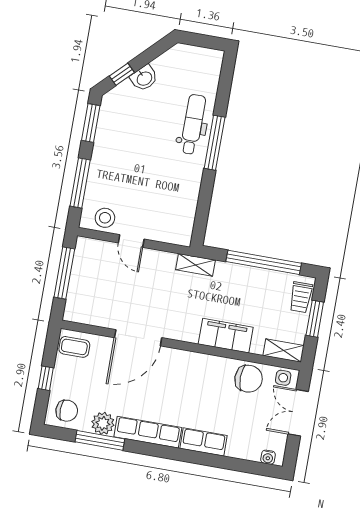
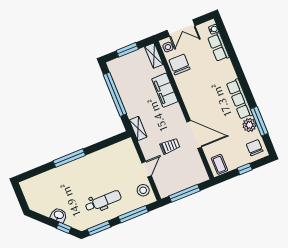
dental chair: (193, 124) -> (103, 201), moved, turned 180
trolley: (301, 297) -> (170, 146), moved
row of seats: (203, 442) -> (218, 47), moved

